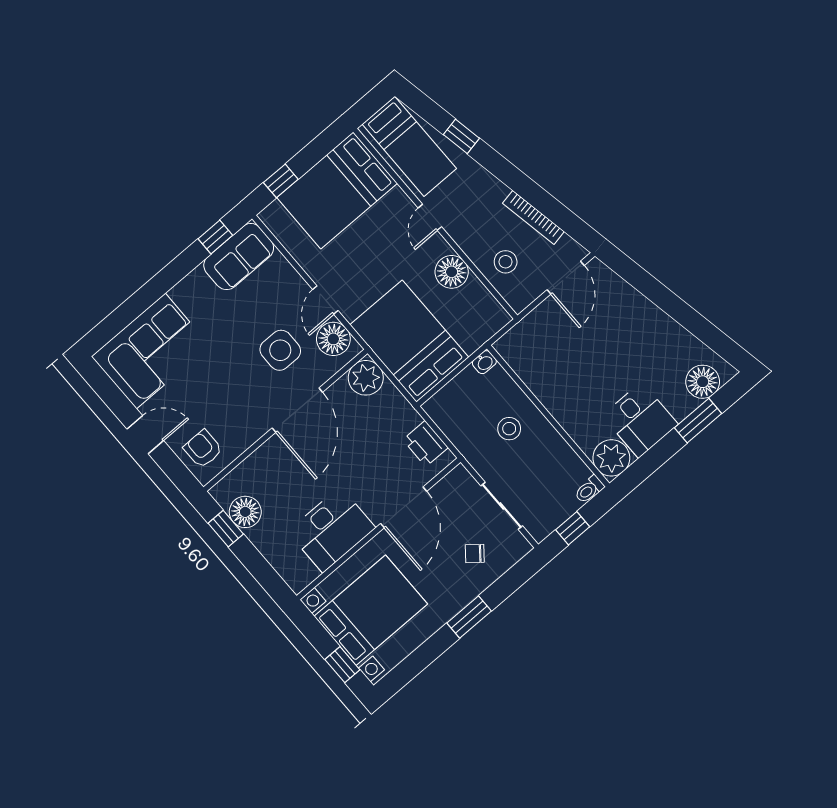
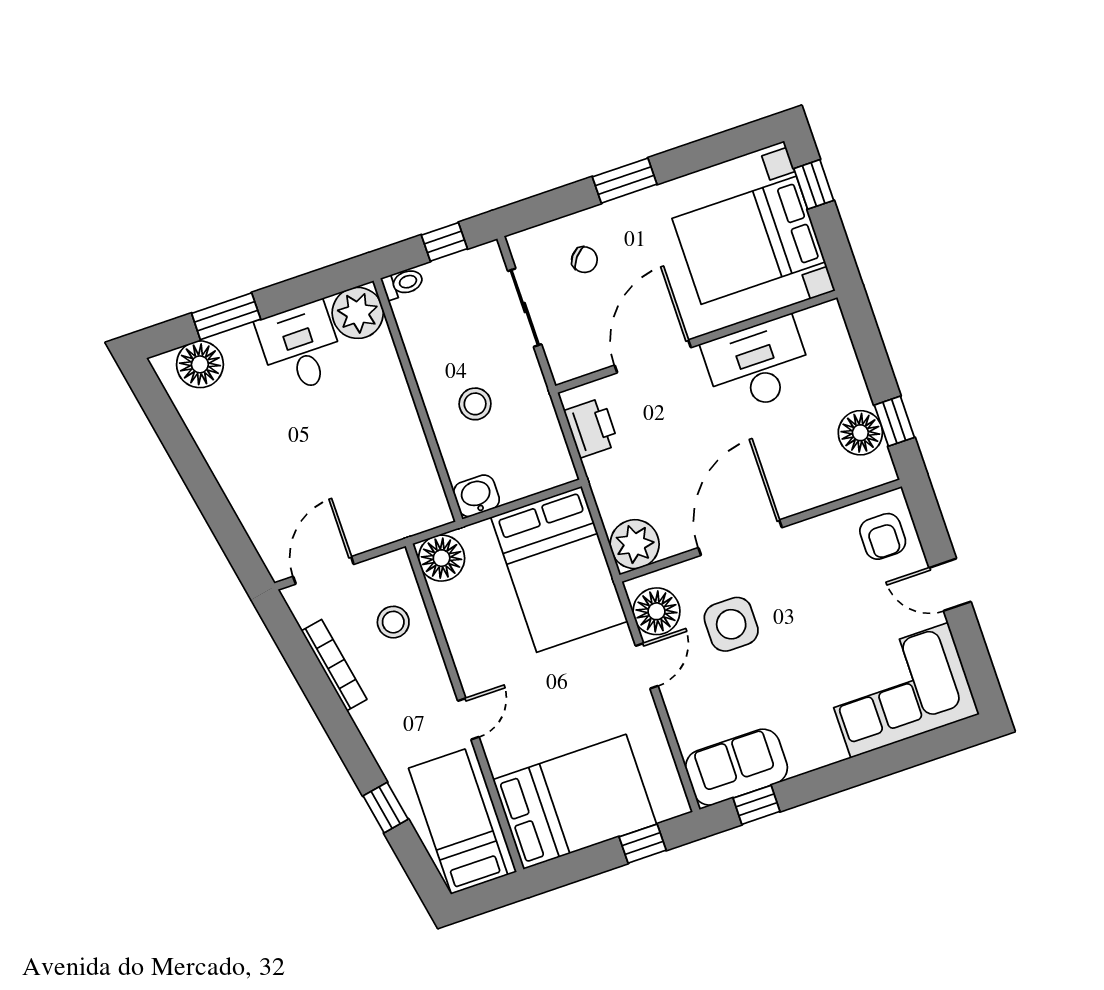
floor lamp: (452, 272) -> (442, 558), moved
washbasin: (484, 362) -> (476, 496), width x1.38, depth x1.45

